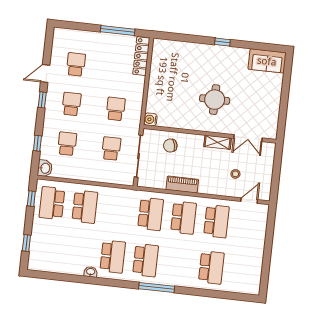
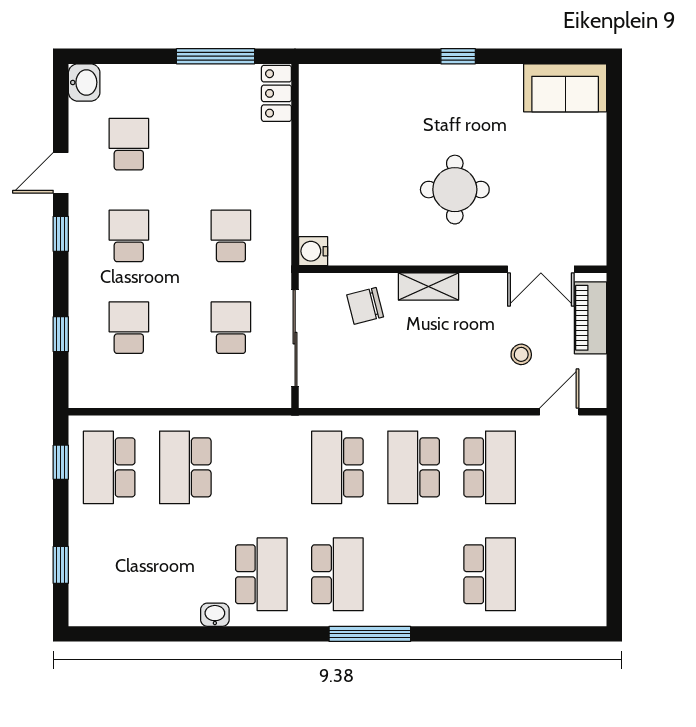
locker: (141, 56) -> (276, 93), width x0.66
shelving: (218, 142) -> (428, 287), moved
washbasin: (45, 168) -> (84, 82), moved
piano: (182, 185) -> (591, 318), moved, turned -90
school desk: (85, 207) -> (185, 467), turned 180
school desk: (151, 214) -> (337, 467), turned 180
school desk: (184, 218) -> (414, 467), turned 180

